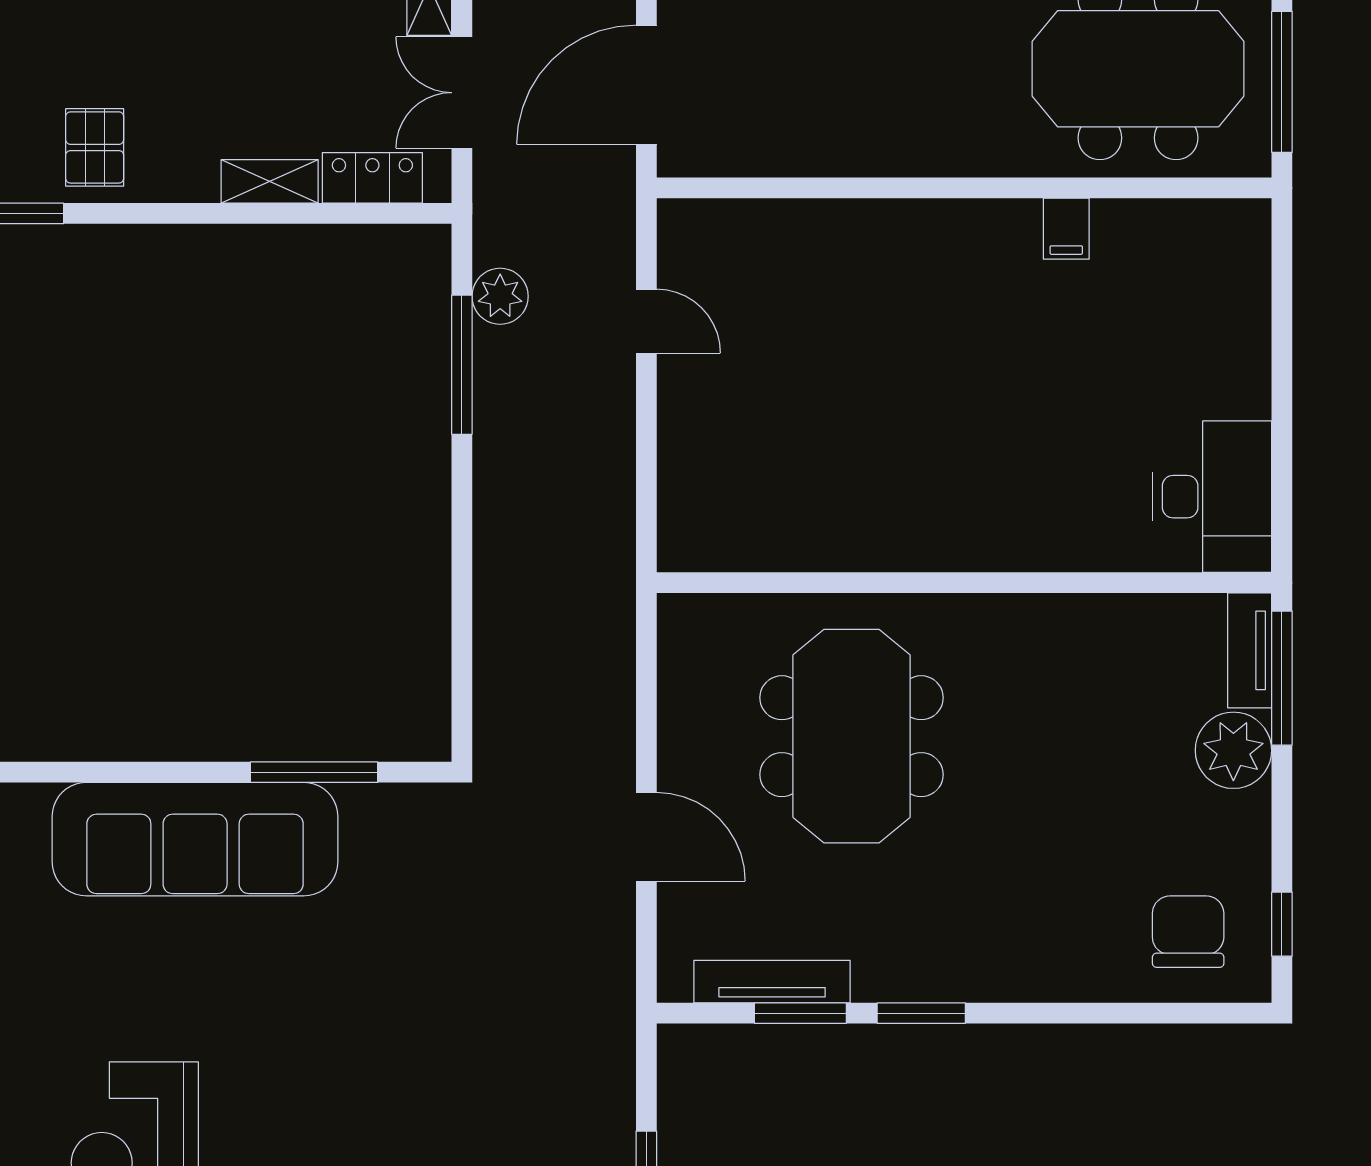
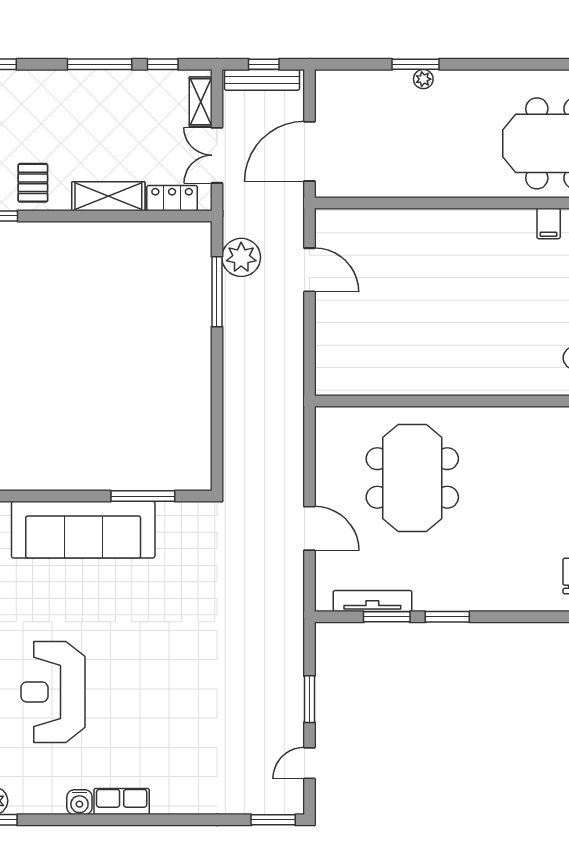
shelving: (270, 181) -> (108, 196), width x1.50, depth x1.33
filing cabinet: (1066, 229) -> (549, 224), moved
plant: (500, 296) -> (241, 257), width x1.36, depth x1.36
door: (646, 321) -> (309, 270), width x1.38

